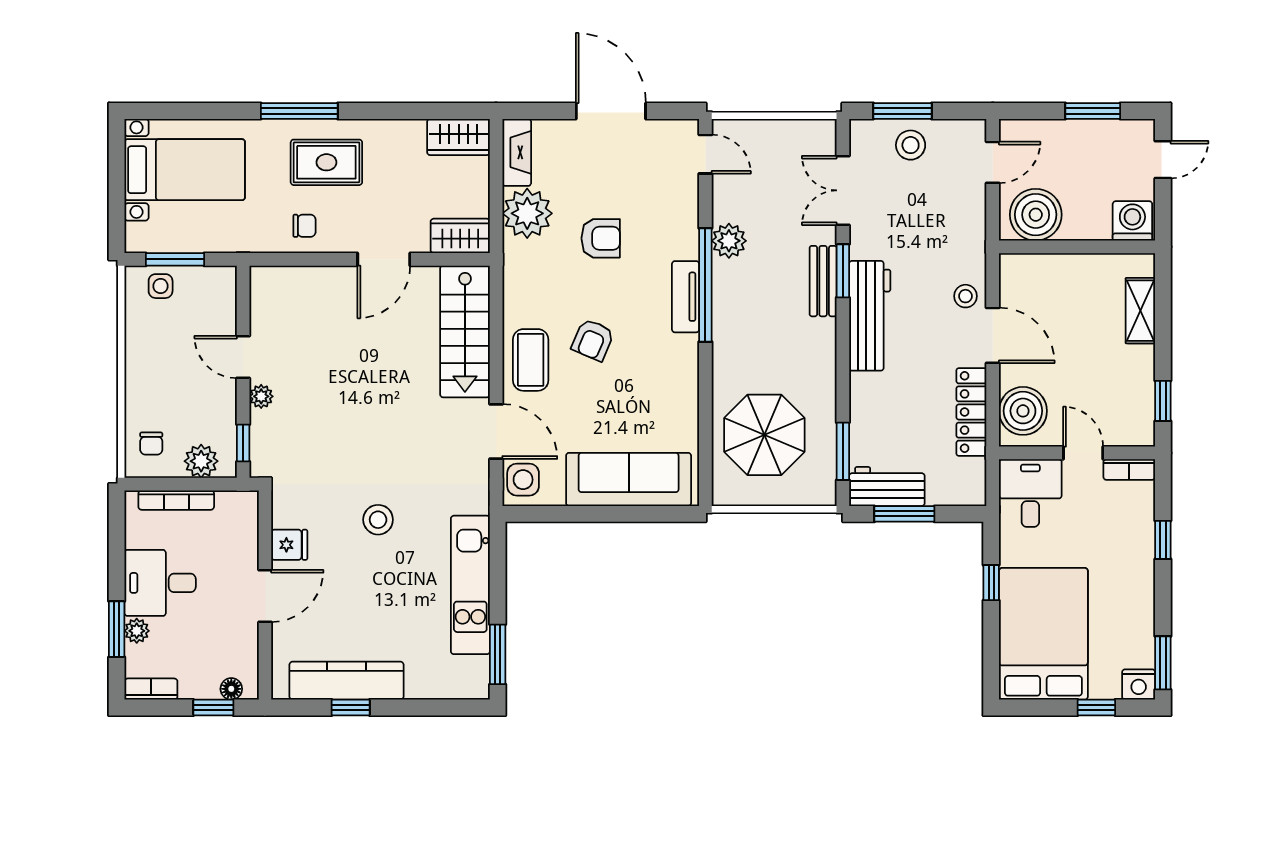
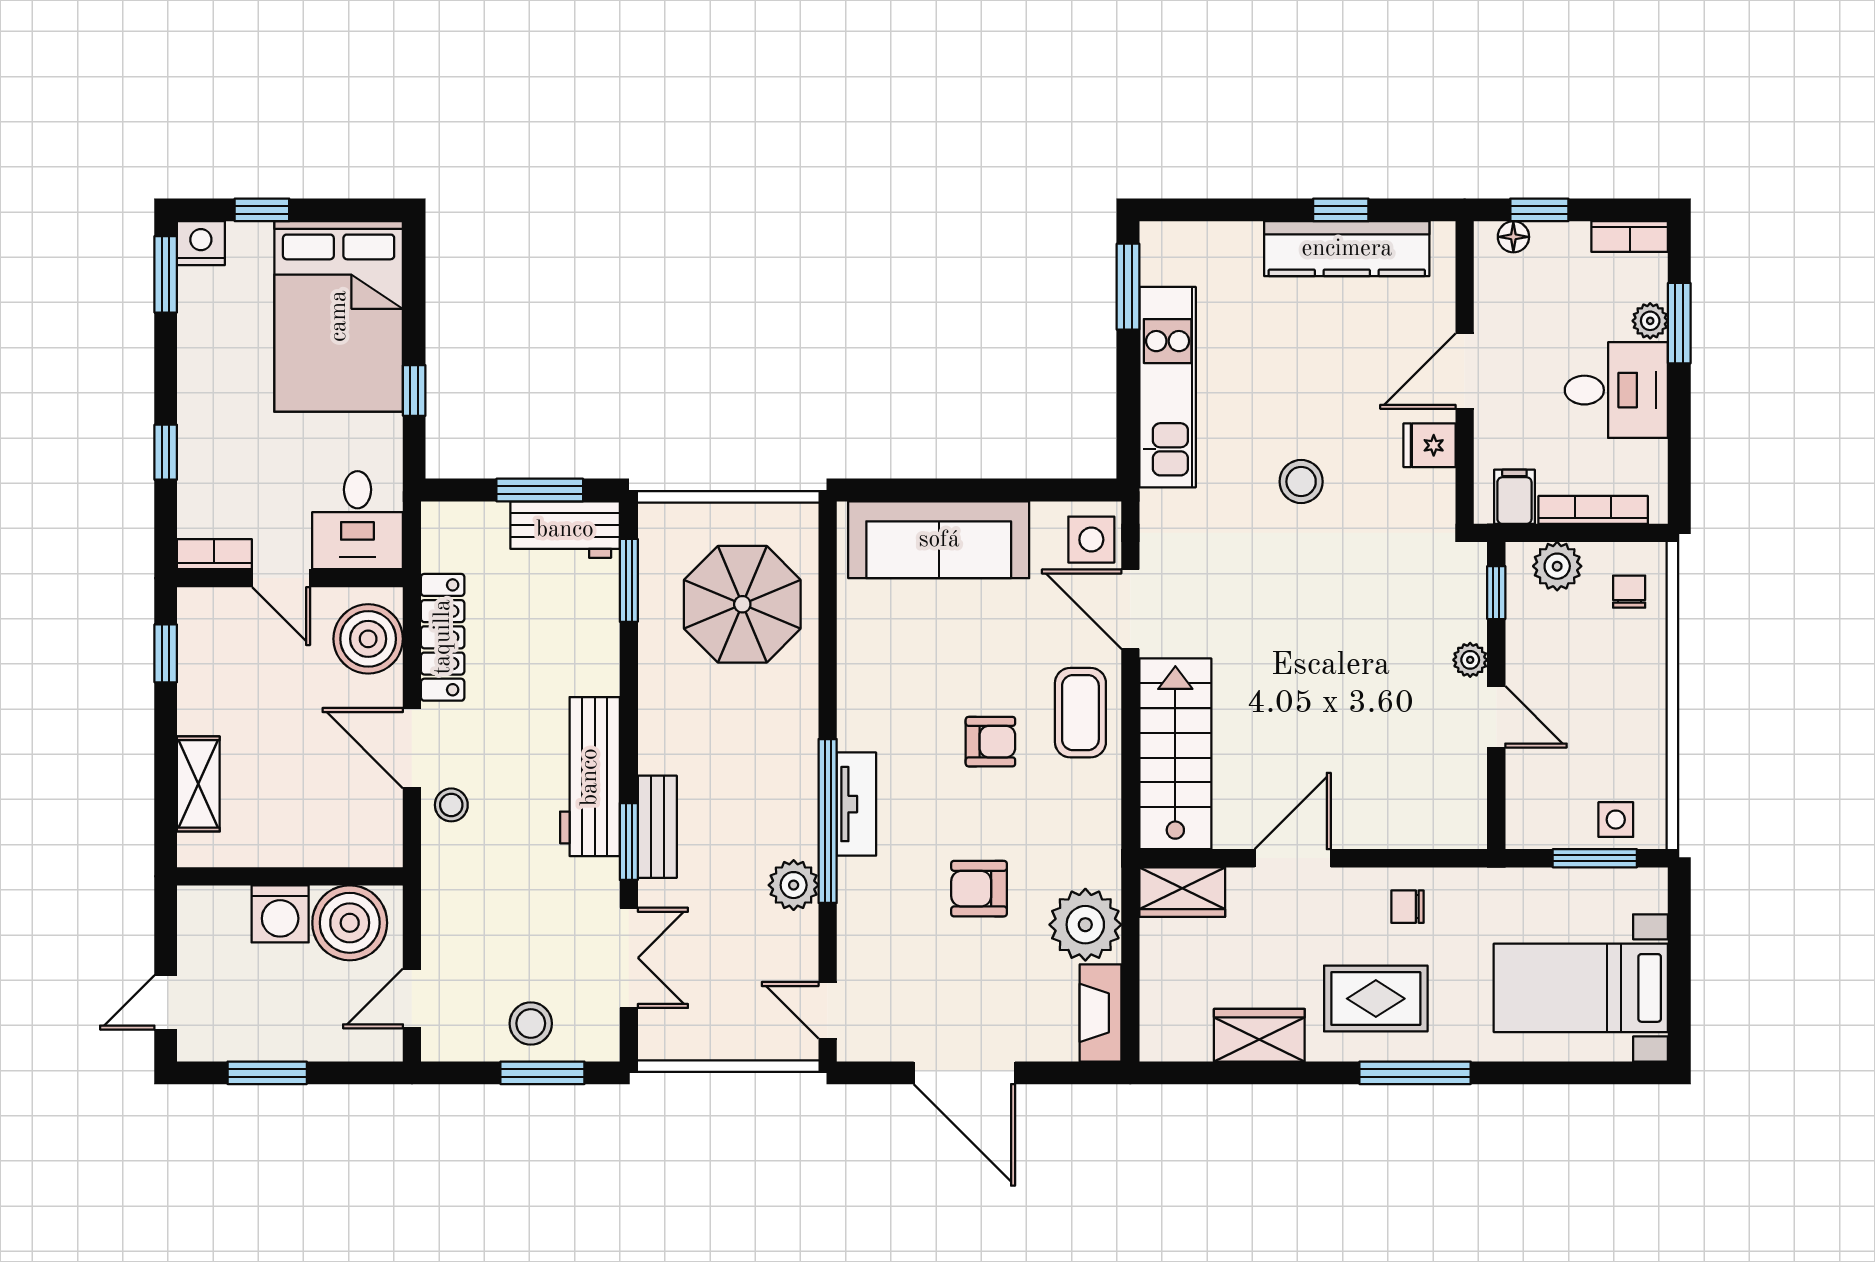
wardrobe: (459, 137) -> (1259, 1035), moved
washing machine: (1132, 221) -> (280, 914), moved
armchair: (593, 340) -> (990, 742), turned 67
filing cabinet: (231, 509) -> (1514, 497), added

